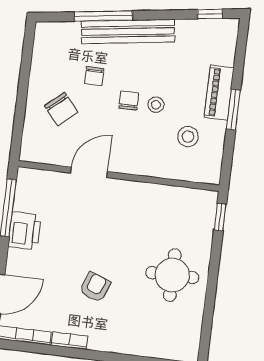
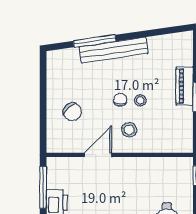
window: (210, 14) -> (171, 30), removed
chair: (94, 76) -> (93, 85), removed
stool: (188, 137) -> (129, 130), moved

